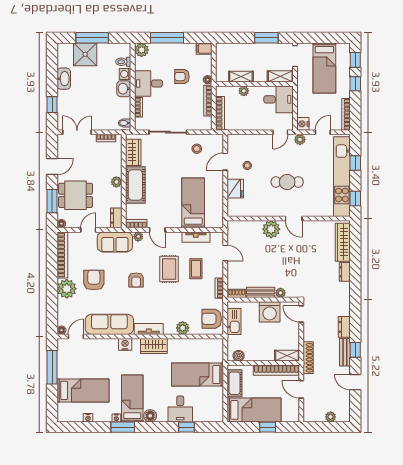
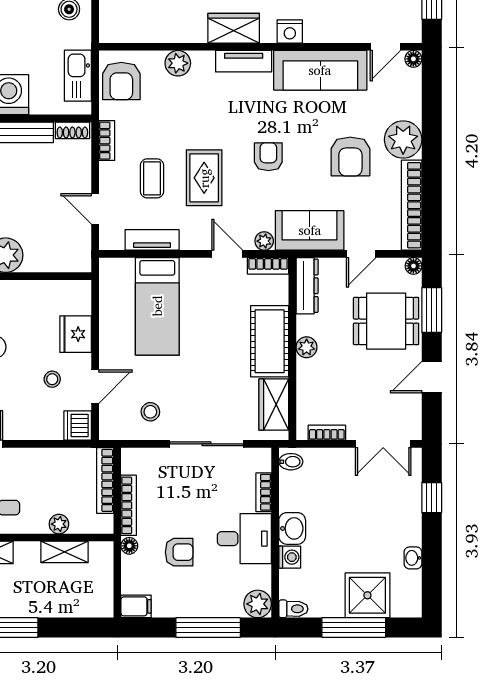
toilet: (123, 62) -> (293, 609), moved
washbasin: (64, 79) -> (413, 558), width x0.52, depth x0.69
dishwasher: (234, 142) -> (78, 425), added
dresser: (116, 218) -> (307, 286), width x1.44
armchair: (212, 319) -> (121, 81), turned 90

